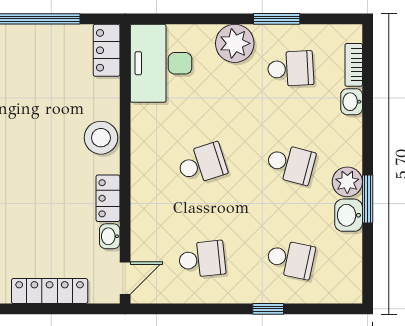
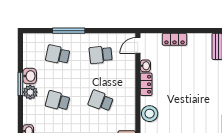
school desk: (202, 164) -> (101, 101), turned 39
locker: (50, 291) -> (174, 39), width x0.66
window: (268, 309) -> (69, 31), width x2.17

